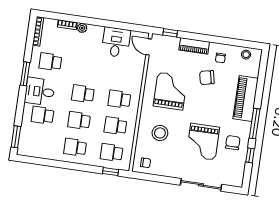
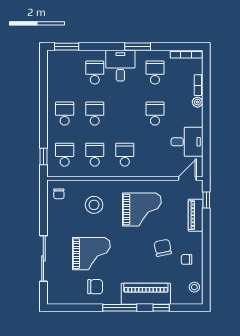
piano: (194, 46) -> (196, 215), moved
school desk: (83, 94) -> (155, 114), moved
grand piano: (203, 142) -> (91, 254), turned 180
window: (250, 155) -> (161, 308), moved

